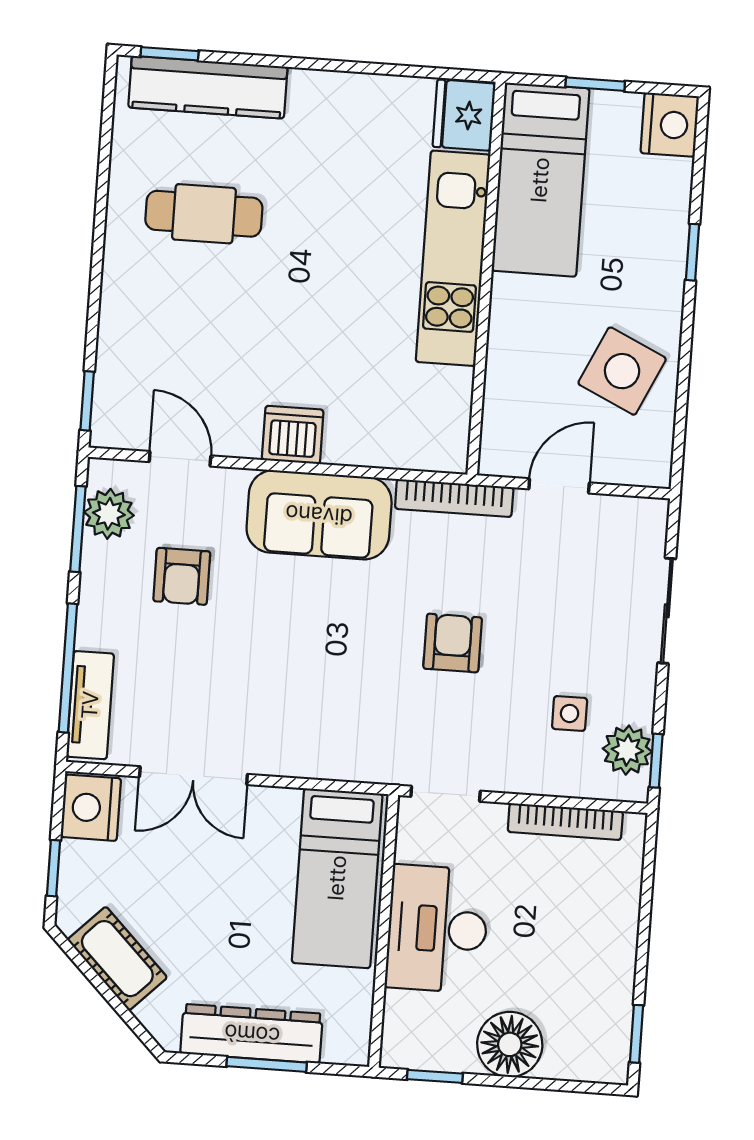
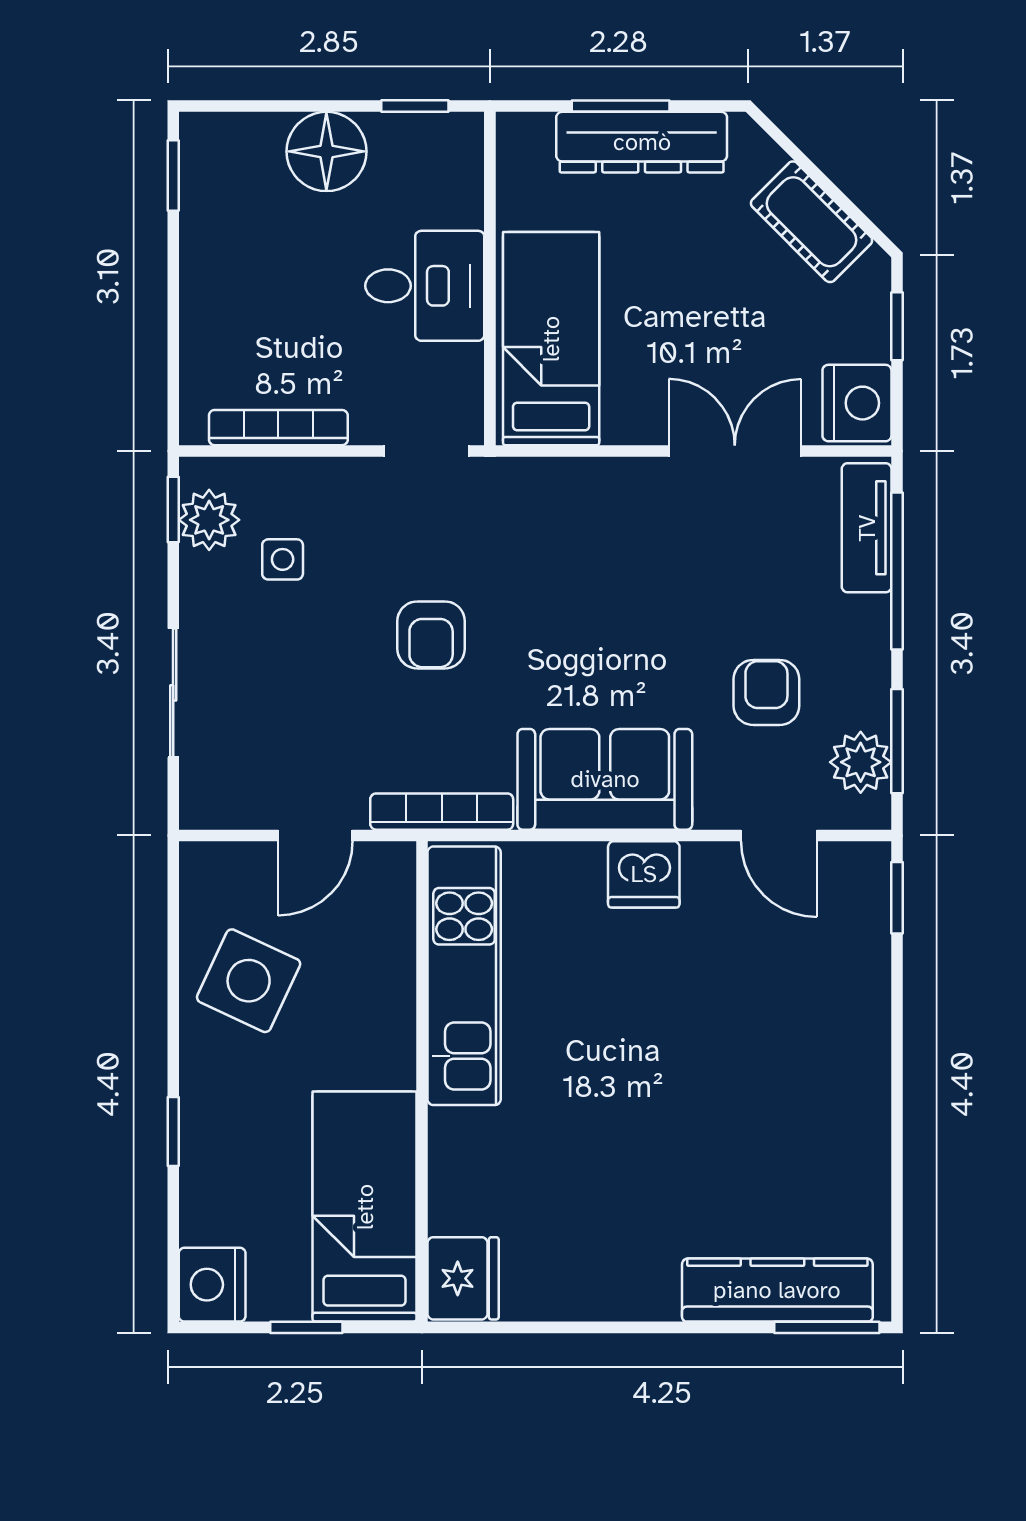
window: (170, 54) -> (827, 1327), width x1.50
cafe table: (204, 214) -> (771, 1136), removed
kitchen unit: (453, 258) -> (464, 976), moved
desk: (437, 929) -> (425, 286), width x0.73

